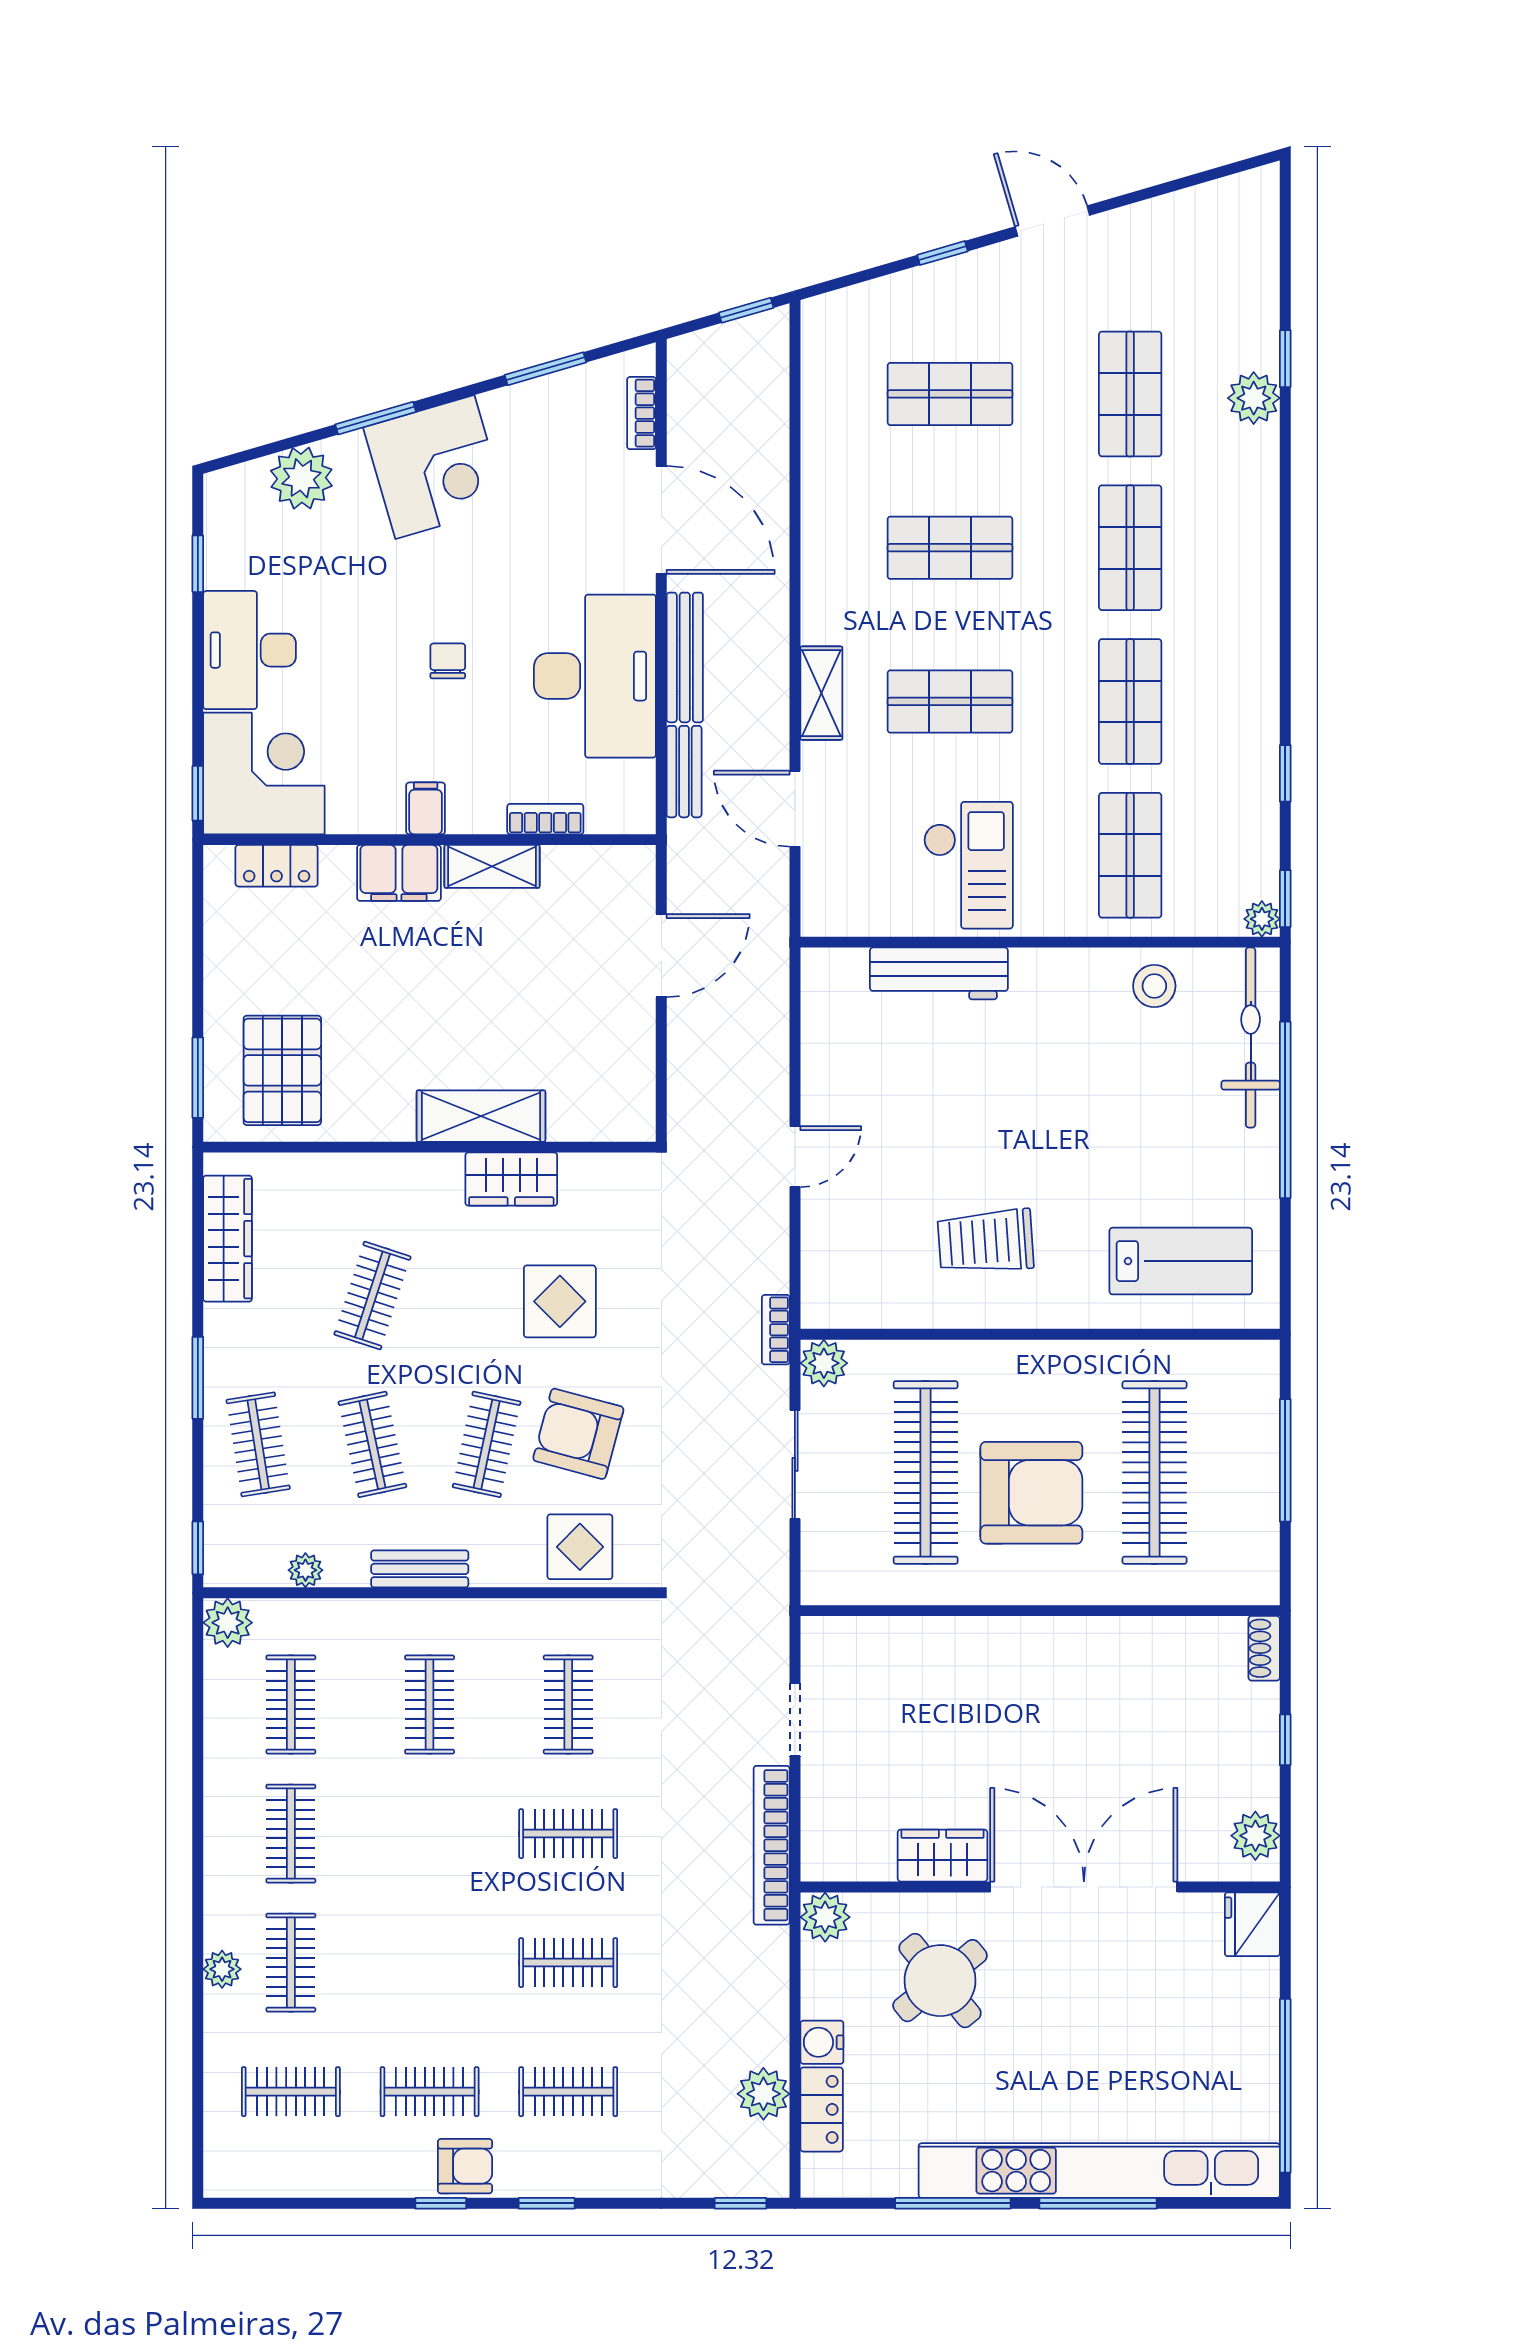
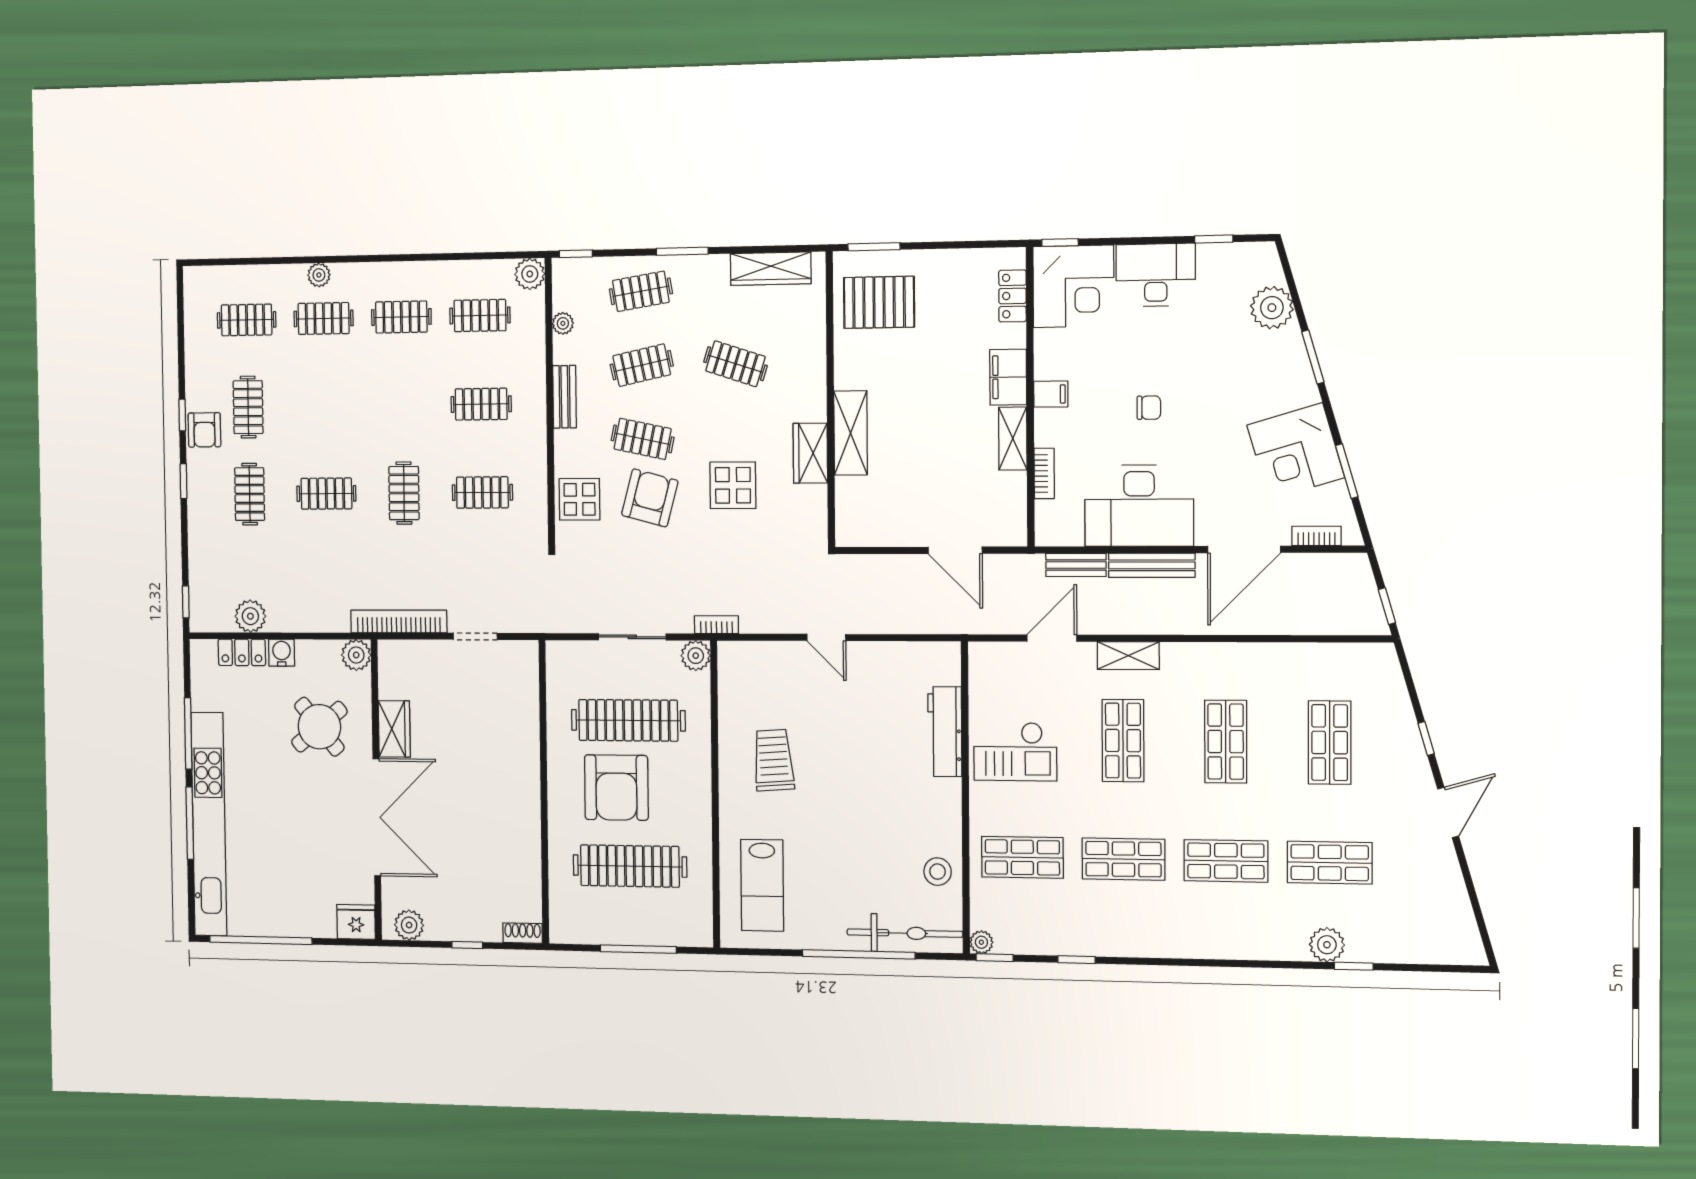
corner desk: (435, 467) -> (1296, 451), moved
clothes rail: (568, 1963) -> (326, 494), turned 90
clothes rail: (291, 2092) -> (247, 320), turned 90

